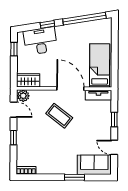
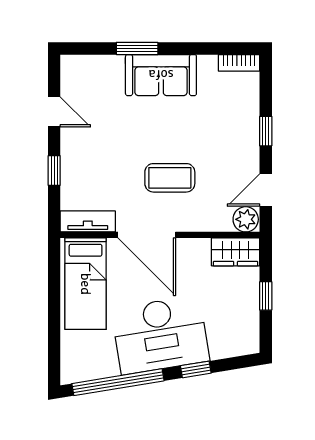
desk: (40, 41) -> (160, 335), moved, width x1.36, depth x1.30
window: (14, 49) -> (266, 296), moved
door: (14, 110) -> (266, 190), hinge flipped
coffee table: (59, 116) -> (170, 178), turned -38
sofa: (94, 165) -> (161, 75), moved

